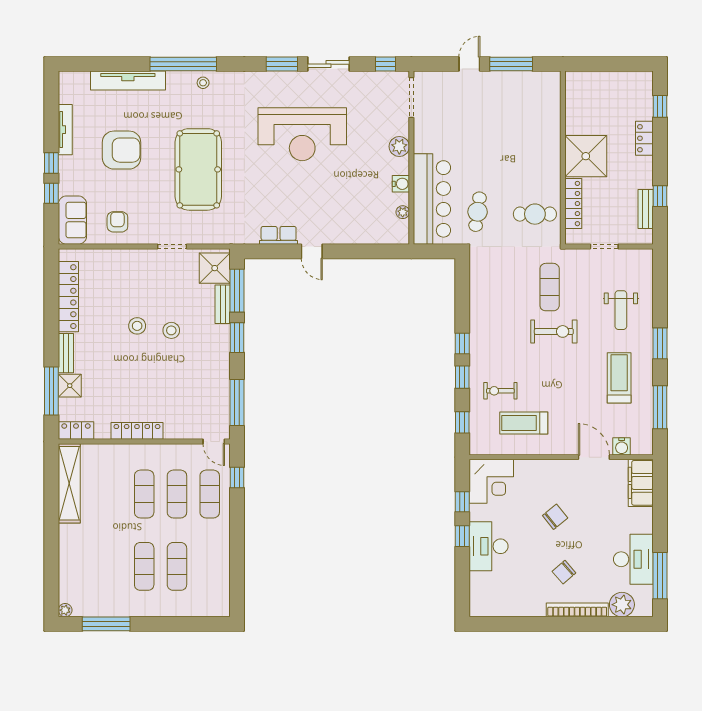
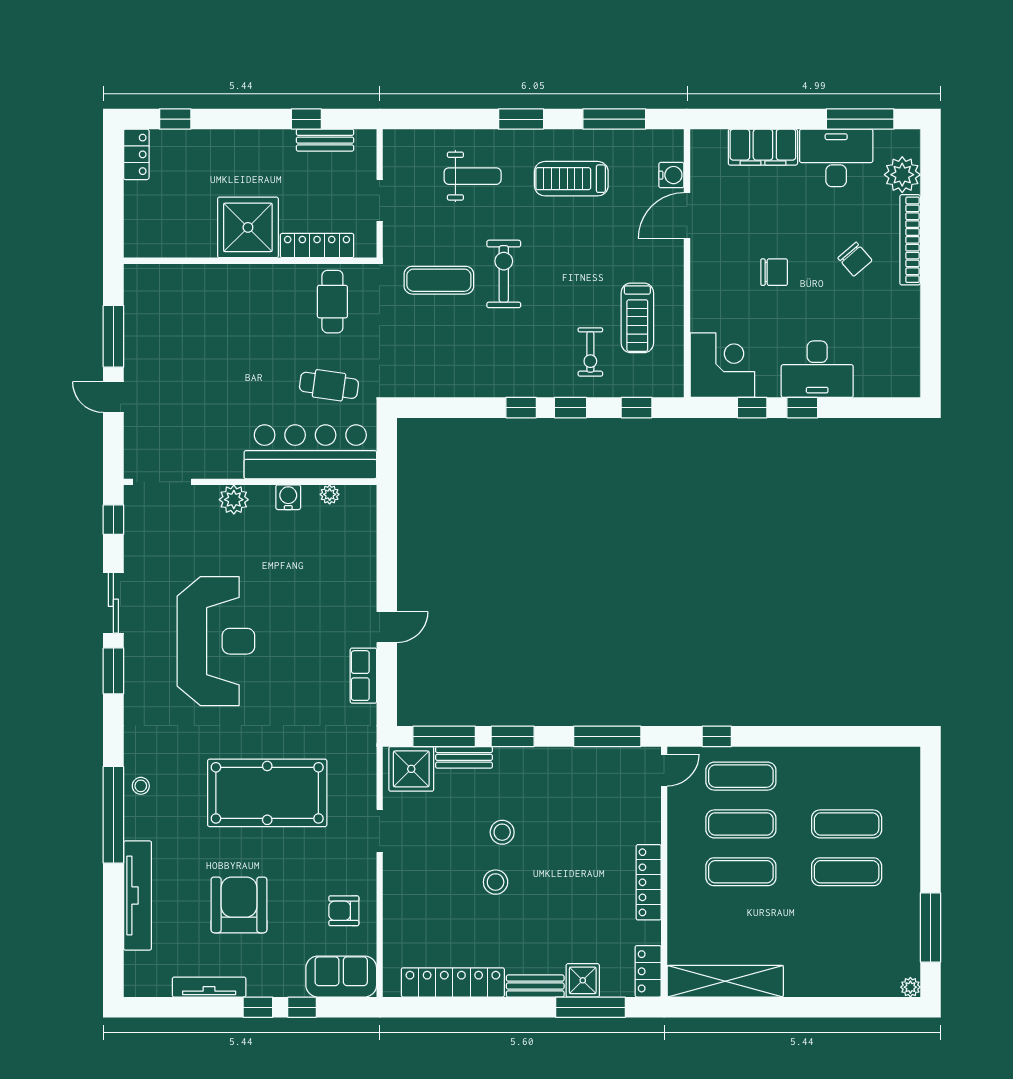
locker: (644, 138) -> (136, 154), moved, turned -90
filing cabinet: (641, 483) -> (763, 147), moved
chair: (555, 517) -> (774, 272), turned 129

